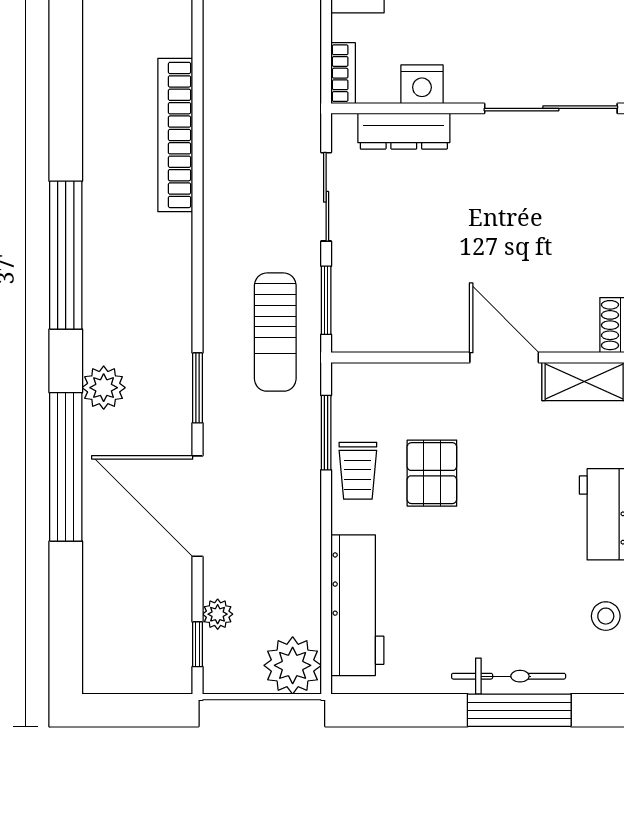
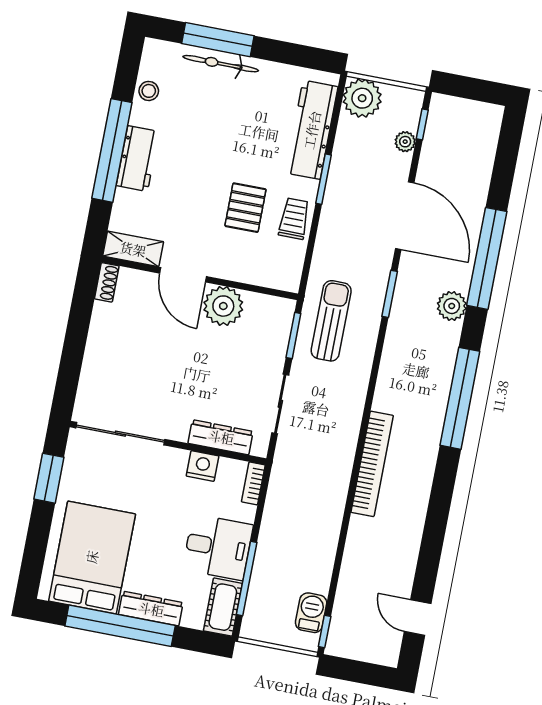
plant: (437, 323) -> (223, 306), added
window: (326, 433) -> (324, 179), moved

